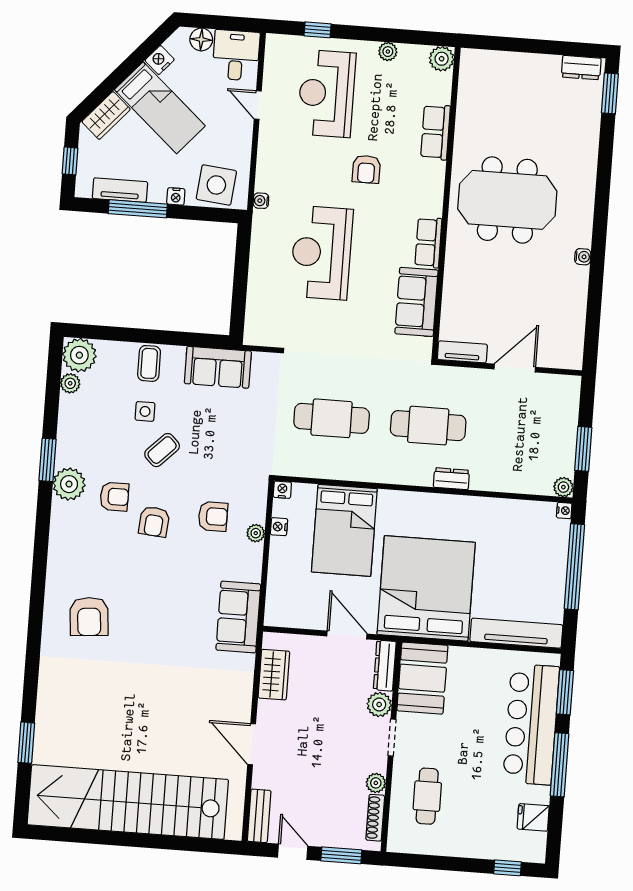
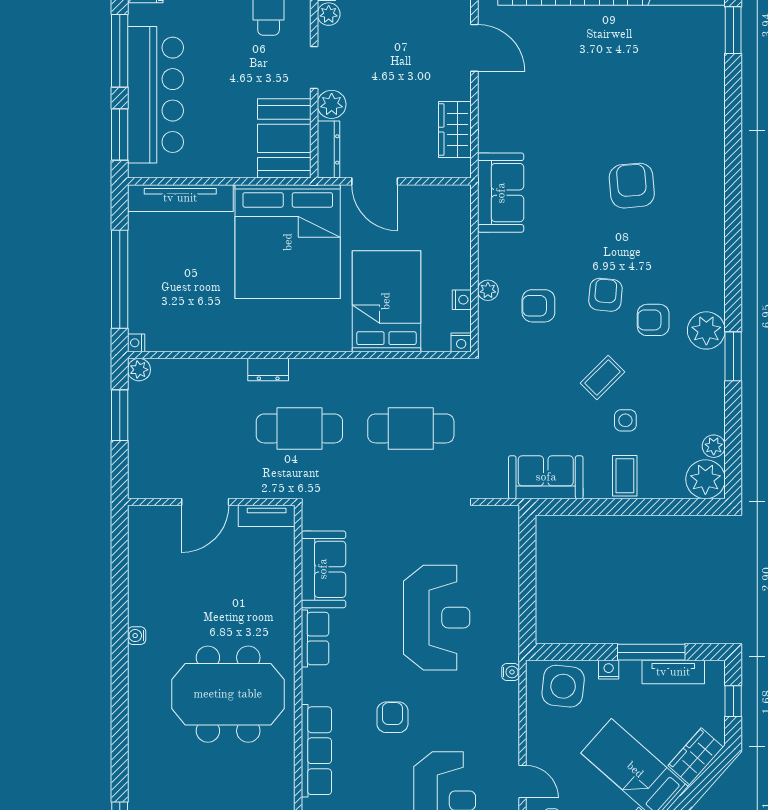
row of seats: (436, 132) -> (316, 751), width x1.48
armchair: (89, 617) -> (632, 186), moved

